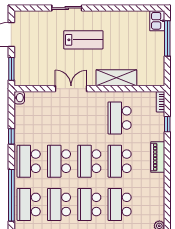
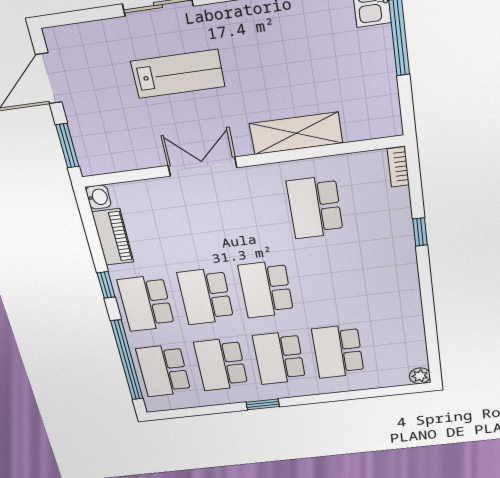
lab bench: (83, 40) -> (178, 74), moved
window: (167, 124) -> (420, 232), moved
window: (11, 136) -> (106, 285), moved
piano: (158, 157) -> (113, 237), moved, turned 180
school desk: (120, 161) -> (327, 282), removed

